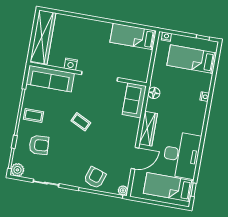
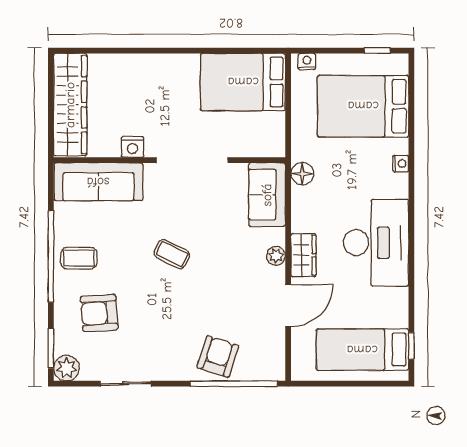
bed: (133, 36) -> (243, 82), width x1.50
bed: (192, 59) -> (363, 106), width x1.50
wardrobe: (148, 129) -> (303, 255), width x0.67
armchair: (39, 145) -> (99, 313), turned 180
desk: (181, 155) -> (376, 243), moved
plant: (123, 190) -> (276, 256), moved

